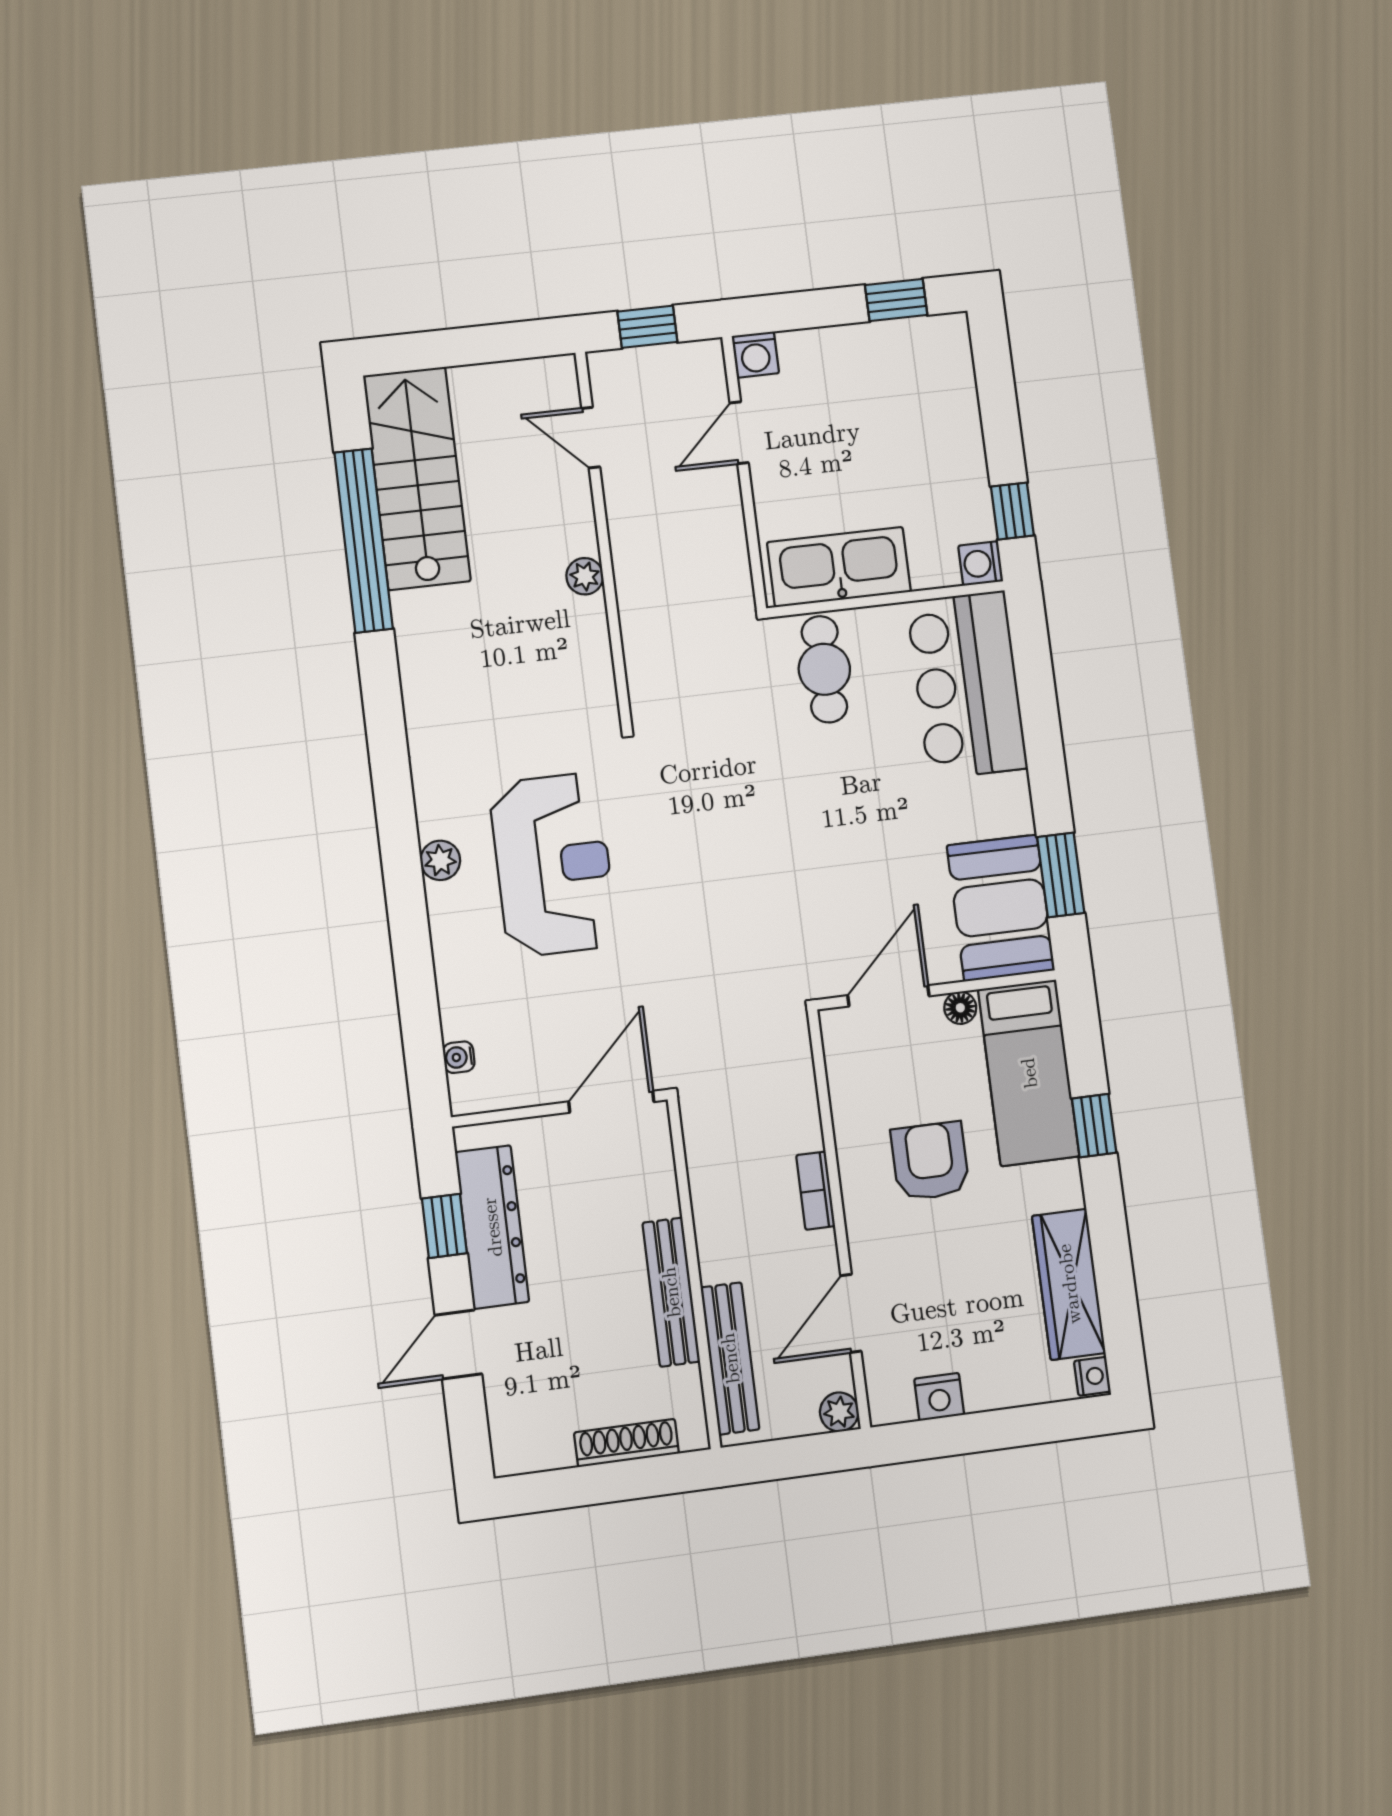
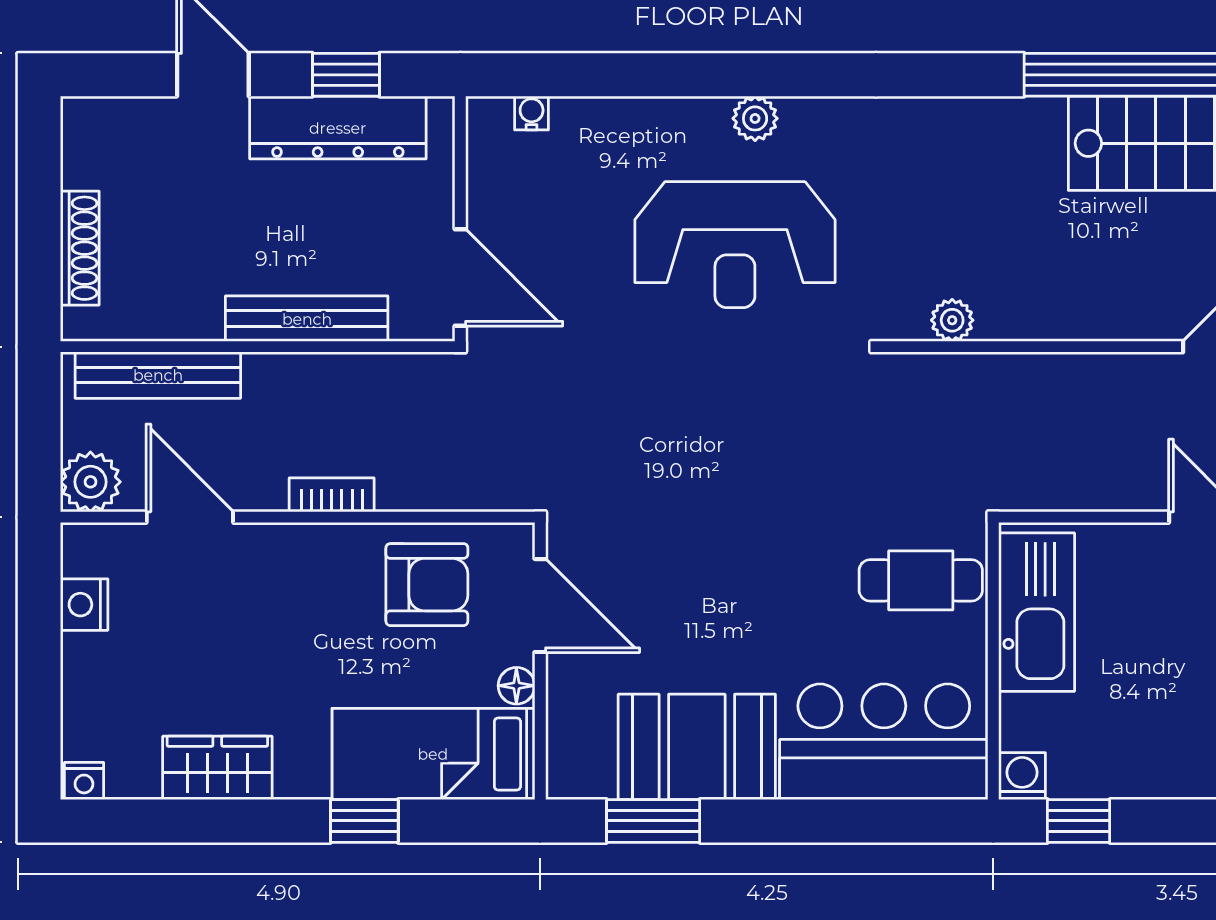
plant: (585, 576) -> (952, 320), moved
booth: (1001, 908) -> (697, 747), moved
armchair: (930, 1161) -> (427, 585), moved
wardrobe: (1069, 1284) -> (217, 768), width x0.67
bench: (671, 1292) -> (307, 319), moved
plant: (839, 1412) -> (90, 482), width x1.38, depth x1.38

